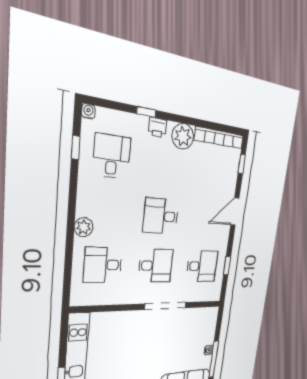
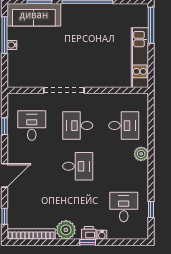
water cooler: (88, 111) -> (102, 235), moved
window: (146, 112) -> (88, 242), moved
desk: (112, 156) -> (124, 207), turned 180
desk: (202, 266) -> (32, 126), turned 90

